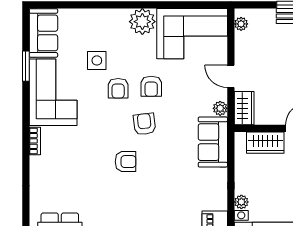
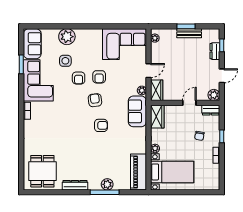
plant: (142, 22) -> (67, 37), moved
door: (231, 76) -> (148, 71), swing flipped
wardrobe: (265, 143) -> (157, 117), moved, turned -90
armchair: (126, 162) -> (101, 125), moved

